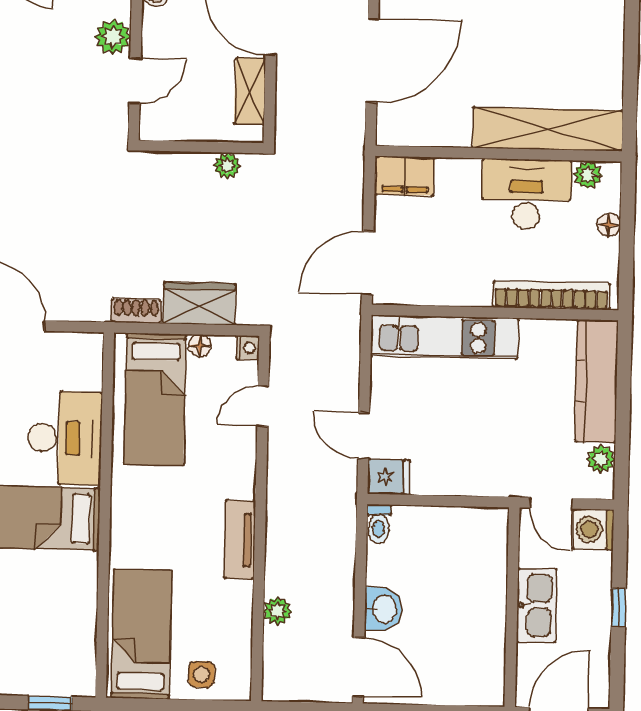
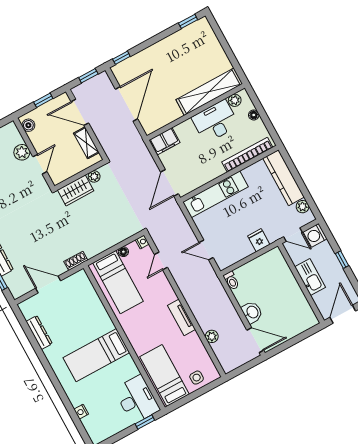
wardrobe: (199, 304) -> (76, 190), moved, turned 180
shoe rack: (136, 311) -> (76, 261), moved
desk: (65, 438) -> (137, 399), moved
fridge: (389, 477) -> (259, 240), moved, turned -90

